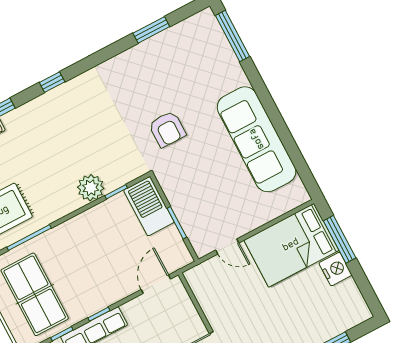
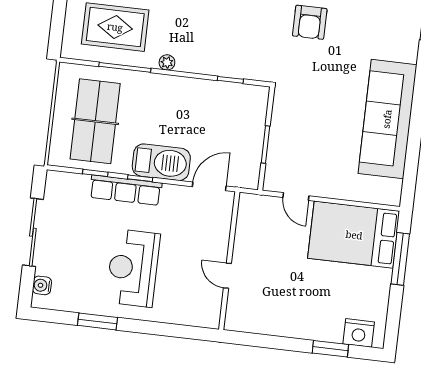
armchair: (167, 129) -> (310, 22), moved
plant: (91, 188) -> (167, 62), moved, width x0.53, depth x0.53
barbecue: (149, 206) -> (161, 162), moved, turned 90
nightstand: (335, 269) -> (359, 333), moved, turned 90

